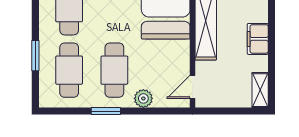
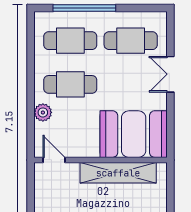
window: (35, 56) -> (84, 8), width x2.11
window: (106, 111) -> (31, 76), removed

